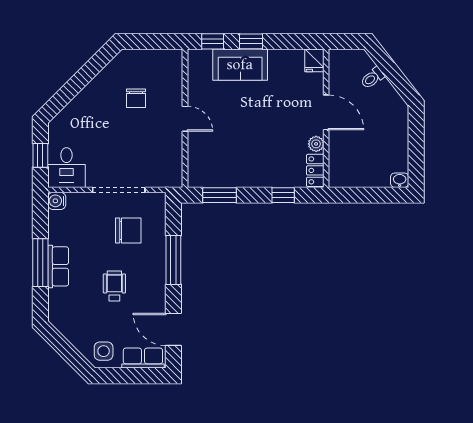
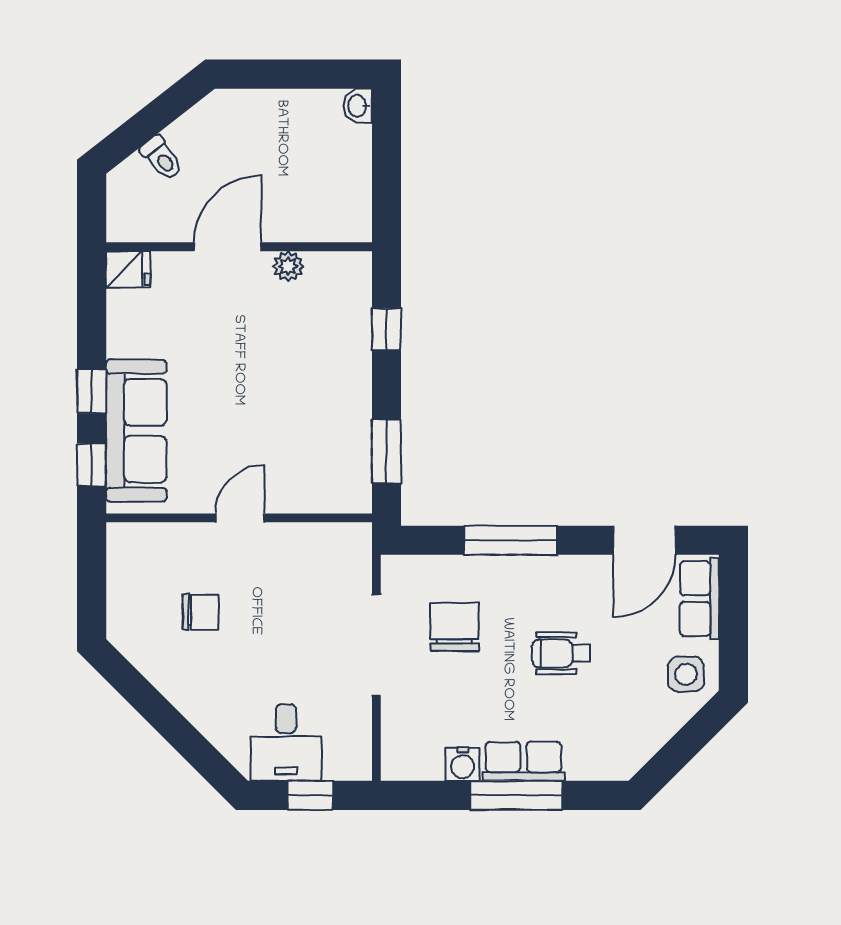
sofa: (240, 65) -> (136, 431), width x1.36
desk: (66, 168) -> (286, 743), moved, turned 90
locker: (315, 170) -> (339, 268), removed
water cooler: (57, 201) -> (463, 764), moved

